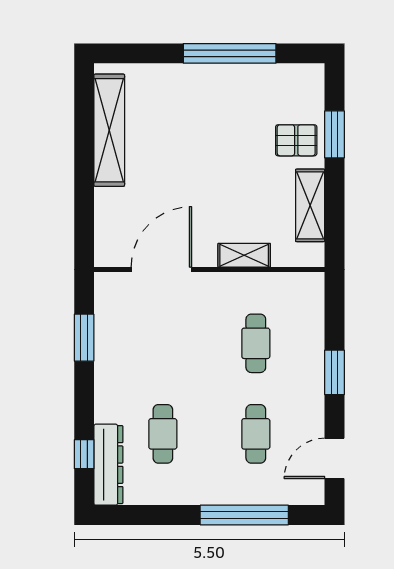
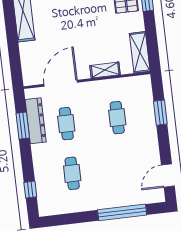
shelving: (310, 205) -> (140, 52), moved
window: (335, 372) -> (160, 113), moved
cafe table: (256, 434) -> (66, 124), moved
dresser: (108, 465) -> (36, 121), moved

